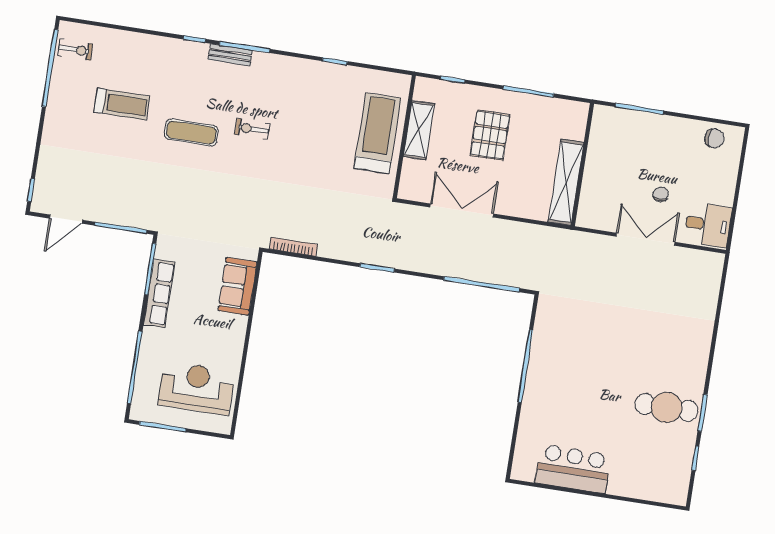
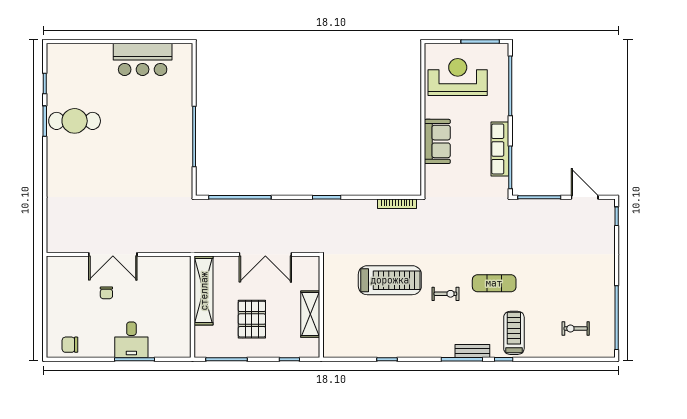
exercise bike: (75, 50) -> (576, 328), moved
treadmill: (122, 104) -> (514, 333), moved, turned 90
treadmill: (377, 133) -> (390, 280), moved, turned -90
wall: (582, 165) -> (193, 307), moved
shelving: (566, 182) -> (204, 291), moved
door: (66, 219) -> (585, 197), hinge flipped
desk: (708, 225) -> (131, 340), moved, turned -90
sofa: (238, 286) -> (437, 141), moved
reception desk: (196, 388) -> (458, 77), turned 180

